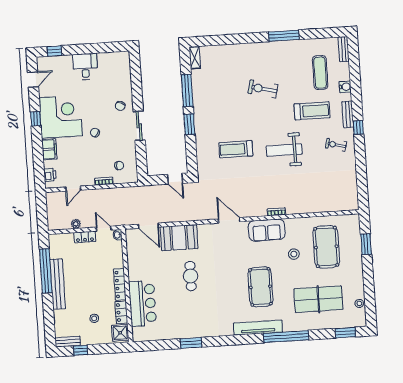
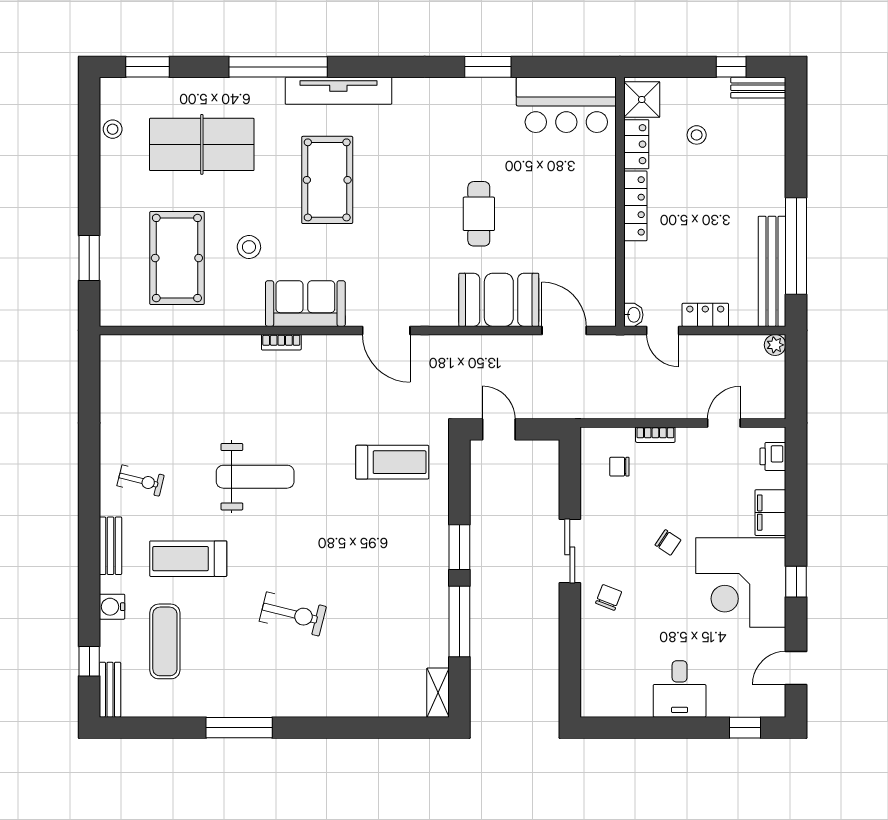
window: (358, 127) -> (89, 661), moved
treadmill: (236, 149) -> (392, 462), moved
plant: (76, 224) -> (775, 345), moved
bench: (58, 284) -> (772, 271), moved
bar counter: (142, 303) -> (566, 105), moved, turned -90

